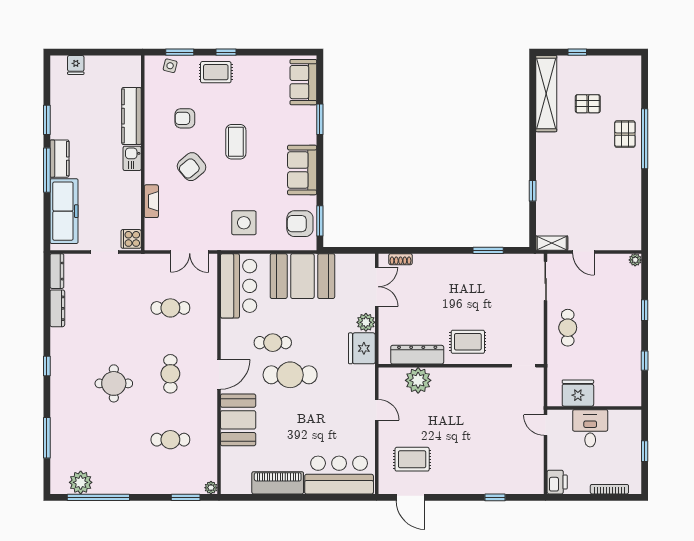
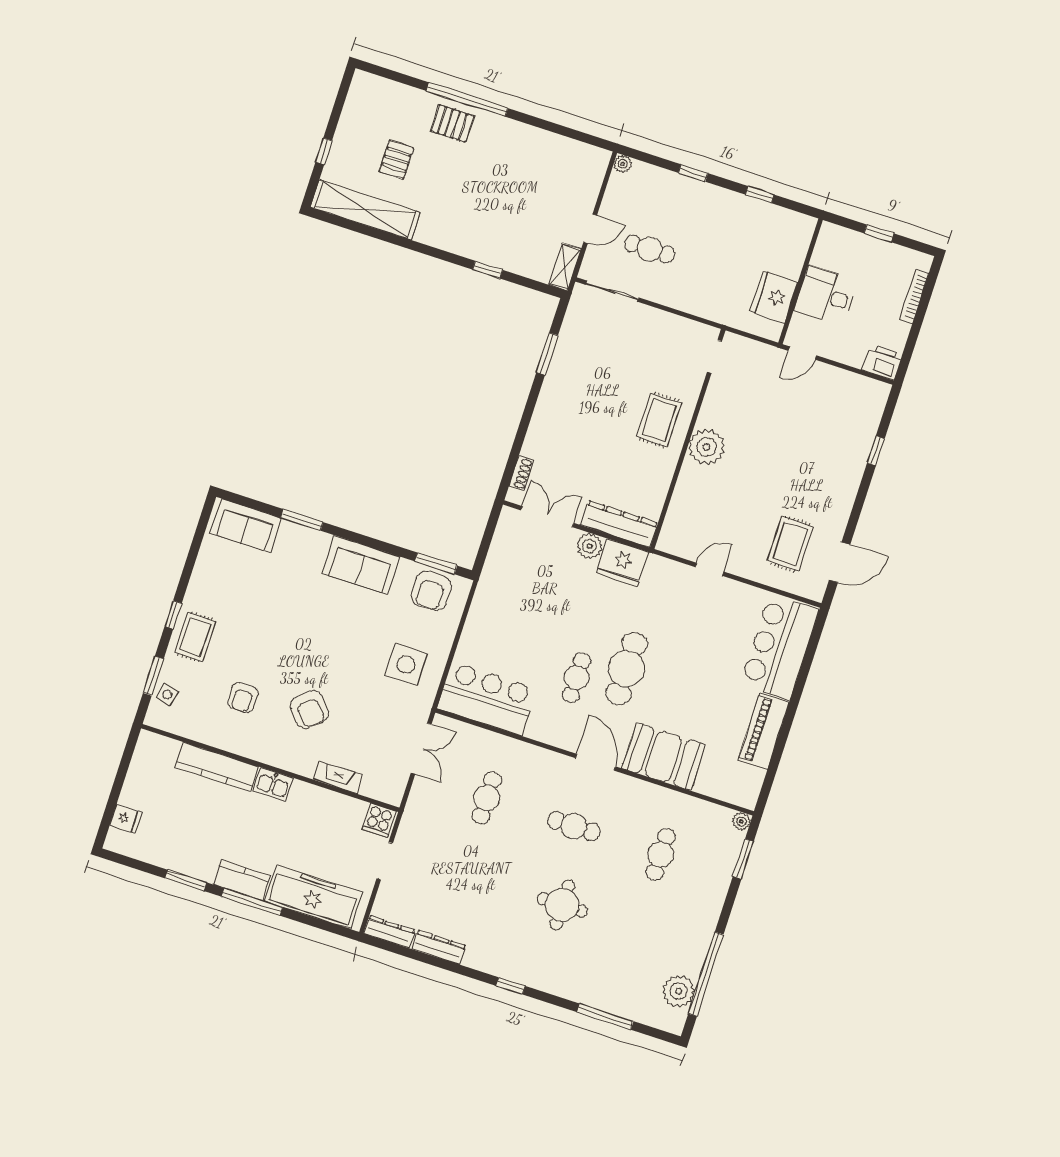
coffee table: (236, 142) -> (296, 640), removed
booth: (302, 276) -> (501, 610), removed
cafe table: (568, 328) -> (650, 249), moved
dresser: (417, 355) -> (619, 524), moved, turned 90
plant: (418, 380) -> (706, 447), moved

